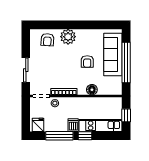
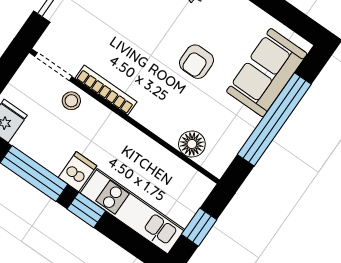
sofa: (113, 55) -> (267, 73), width x0.73
floor lamp: (92, 90) -> (192, 144), moved

